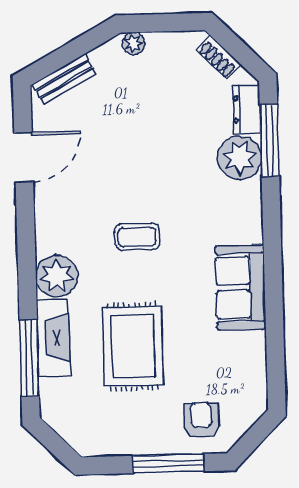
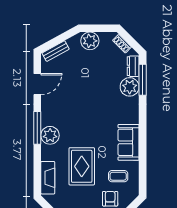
plant: (134, 43) -> (90, 41), width x1.88, depth x1.88
coffee table: (137, 237) -> (118, 176), moved
fireplace: (53, 338) -> (48, 178), moved
window: (29, 358) -> (37, 128), moved

